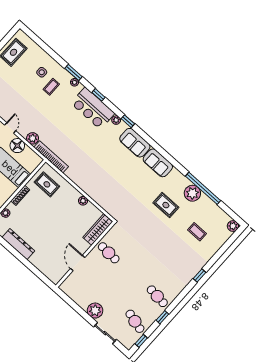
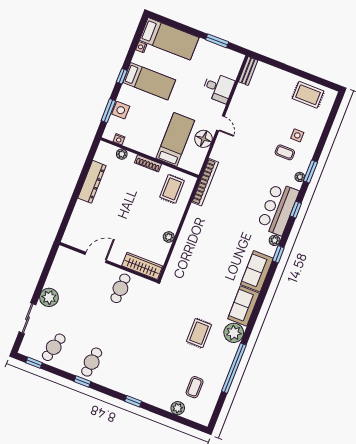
door: (10, 128) -> (221, 123), hinge flipped
plant: (33, 138) -> (218, 153), removed
plant: (192, 193) -> (234, 333), moved
plant: (233, 226) -> (178, 408), moved
coffee table: (197, 232) -> (195, 387), moved
window: (162, 317) -> (82, 382), moved

